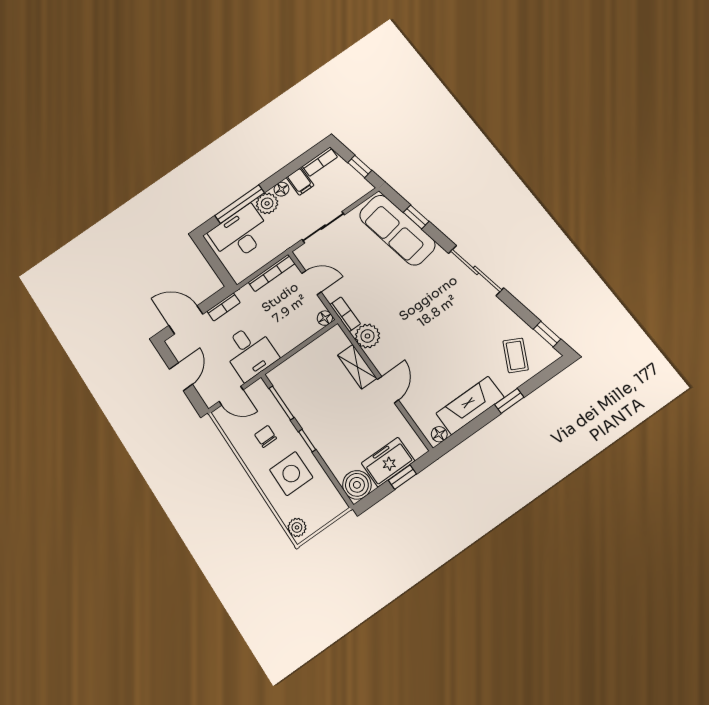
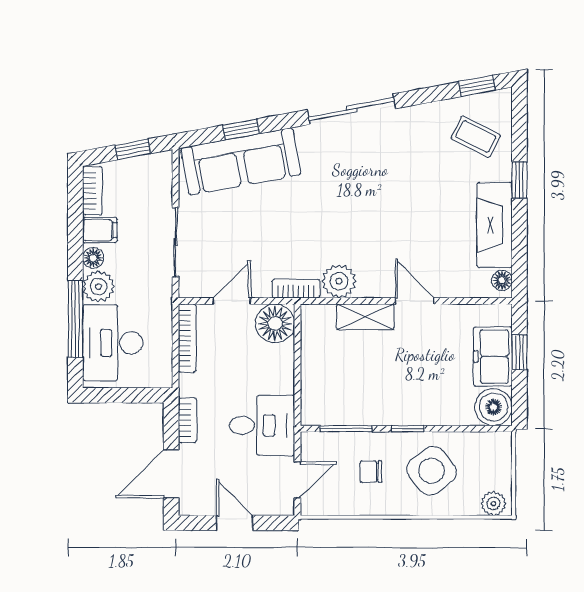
floor lamp: (325, 318) -> (275, 323), width x1.89, depth x1.89
side table: (291, 474) -> (431, 471), turned -37

